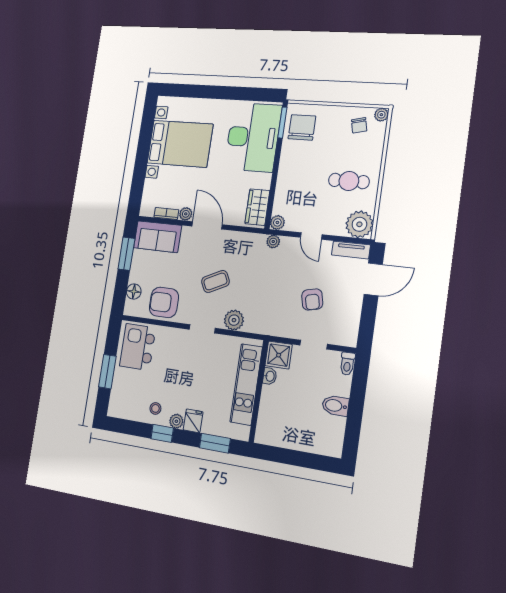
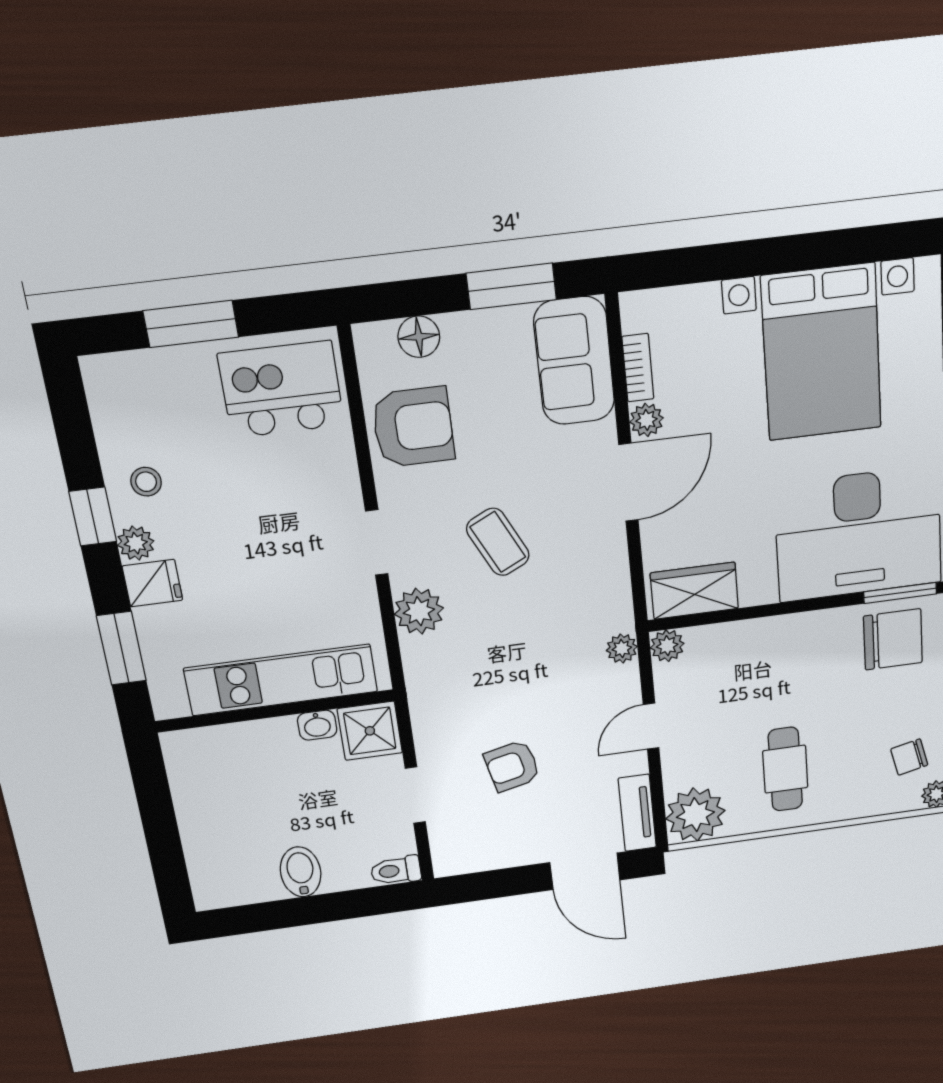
armchair: (164, 302) -> (413, 427), turned 90

